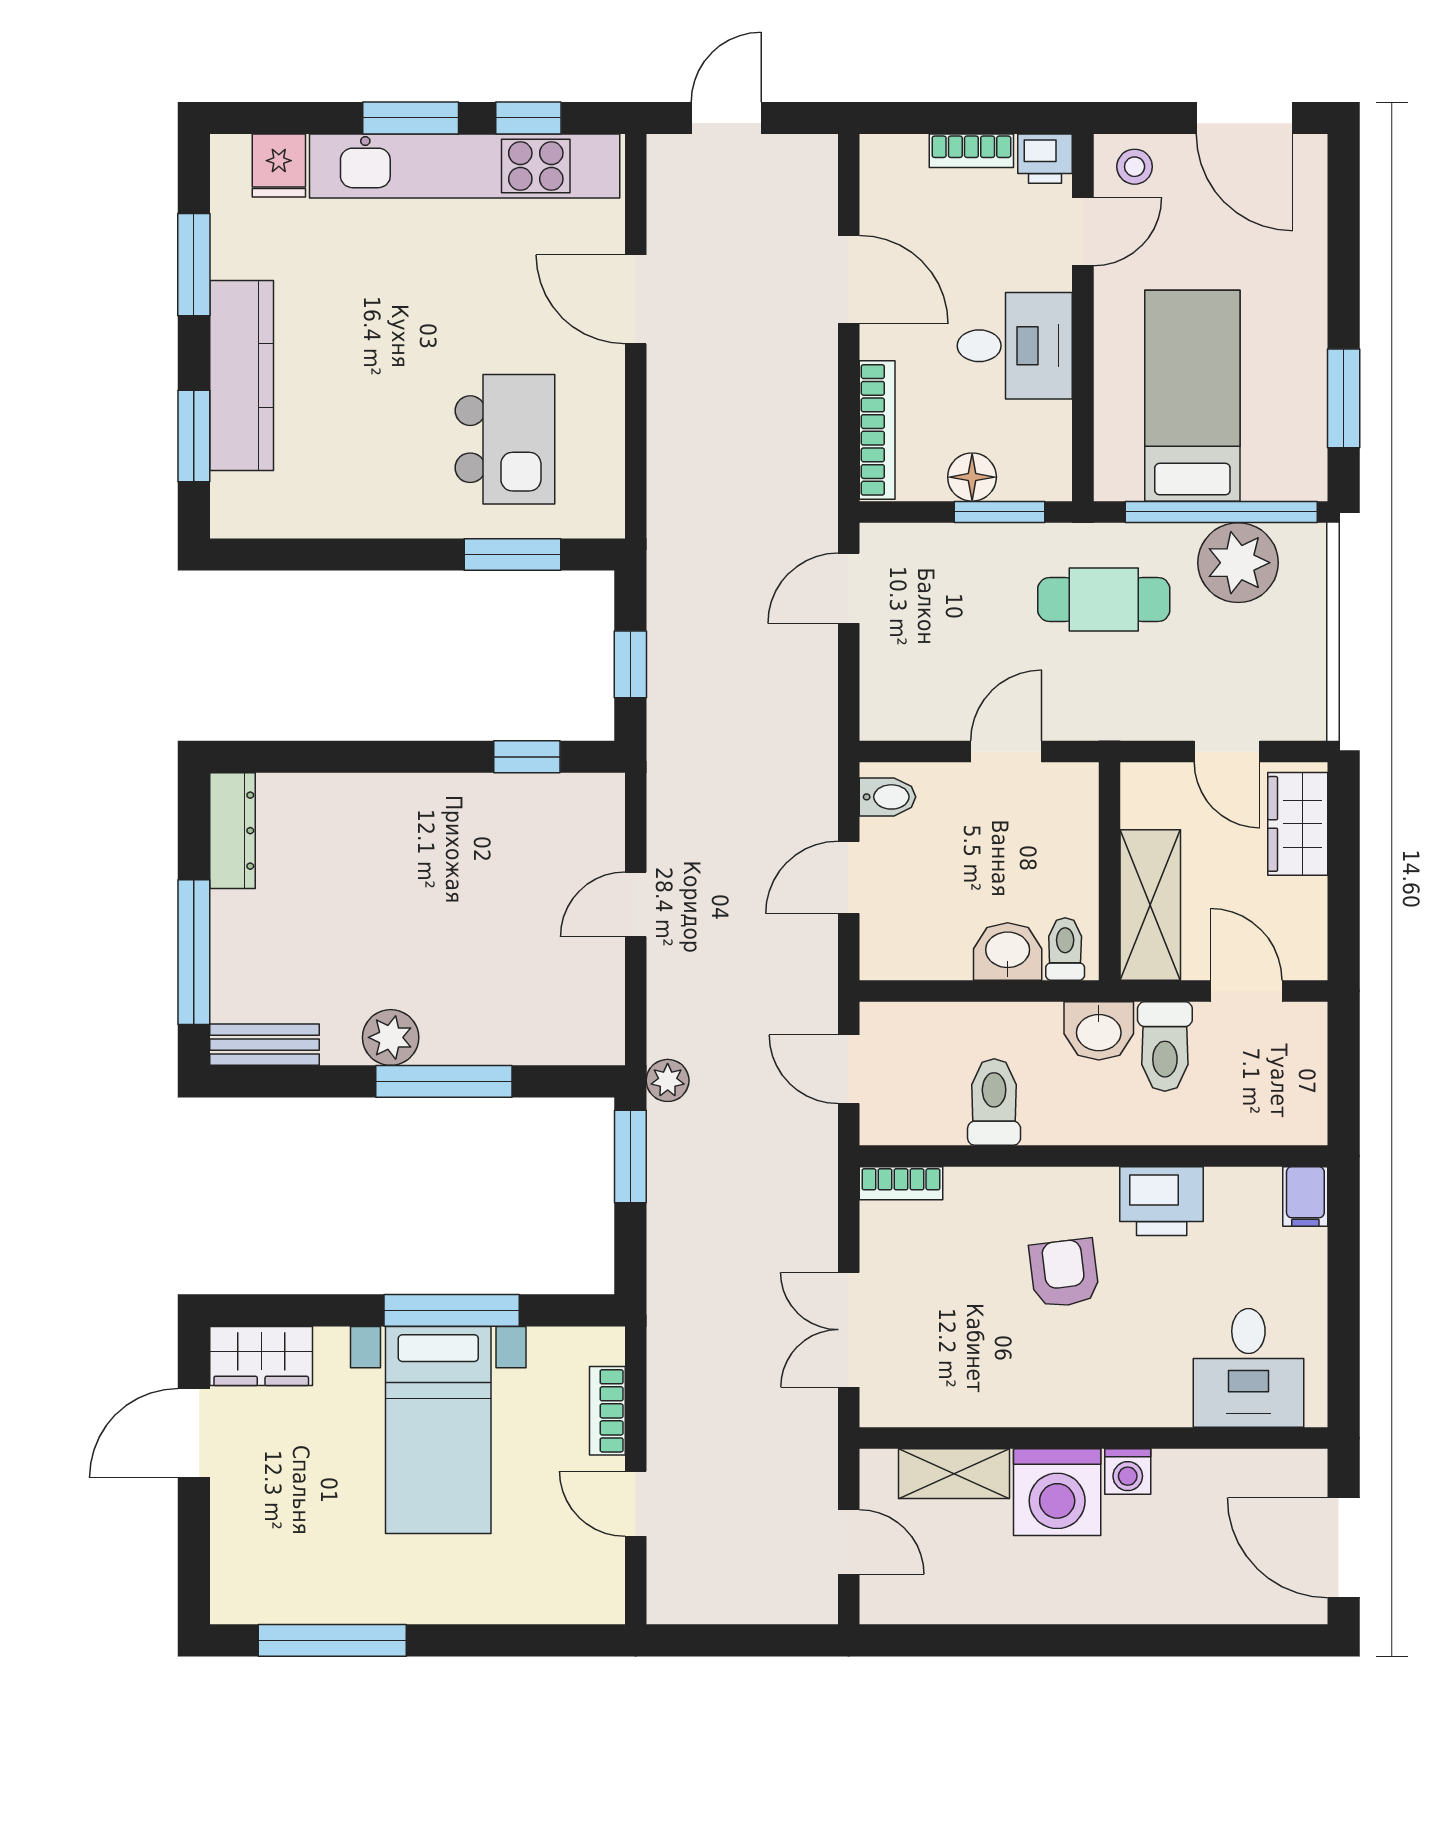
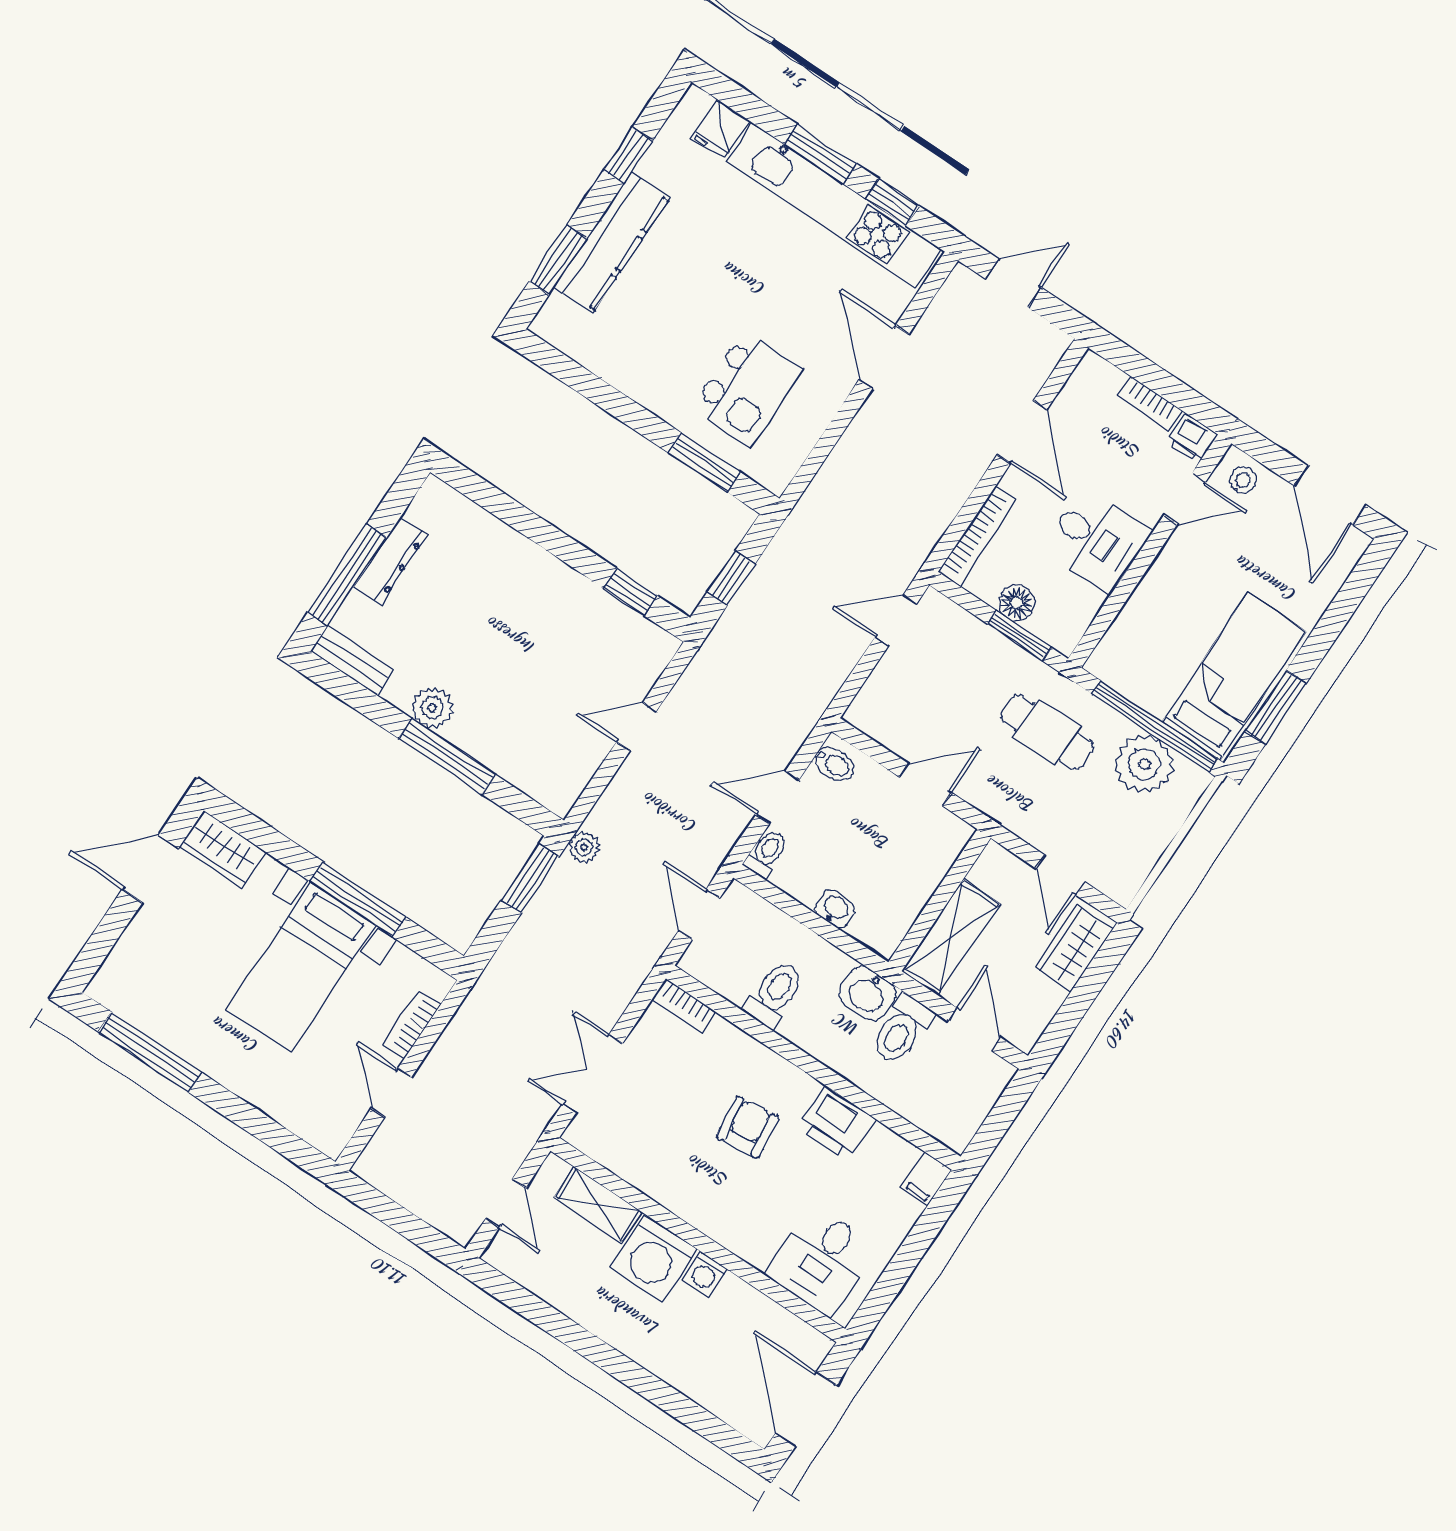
window: (194, 265) -> (628, 155), width x0.67
bed: (1192, 396) -> (1234, 677), moved
dresser: (233, 831) -> (391, 561), moved
toilet: (1065, 949) -> (767, 853), moved
washbasin: (1008, 951) -> (835, 909), width x0.72, depth x0.69

